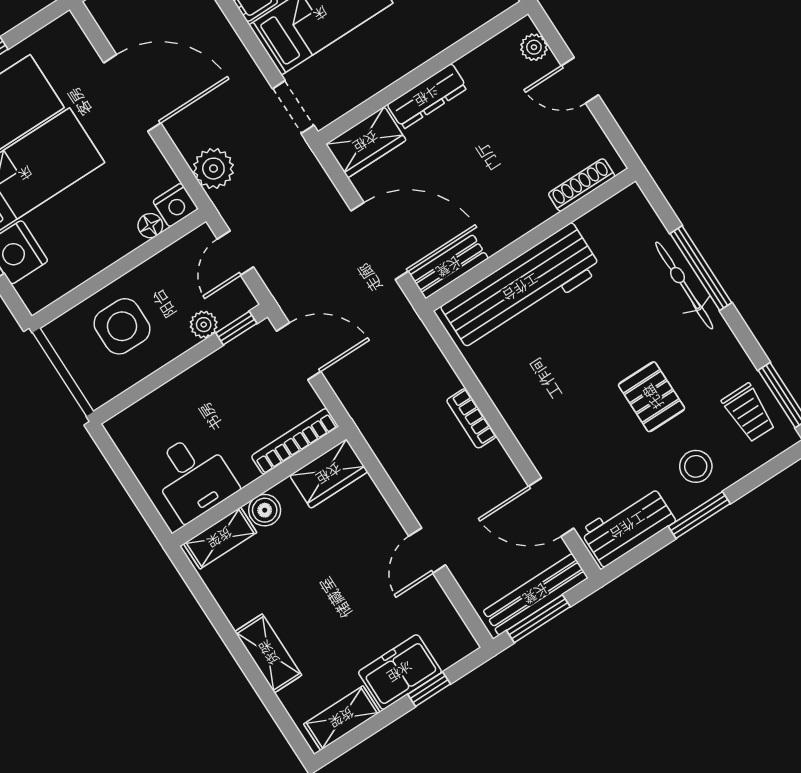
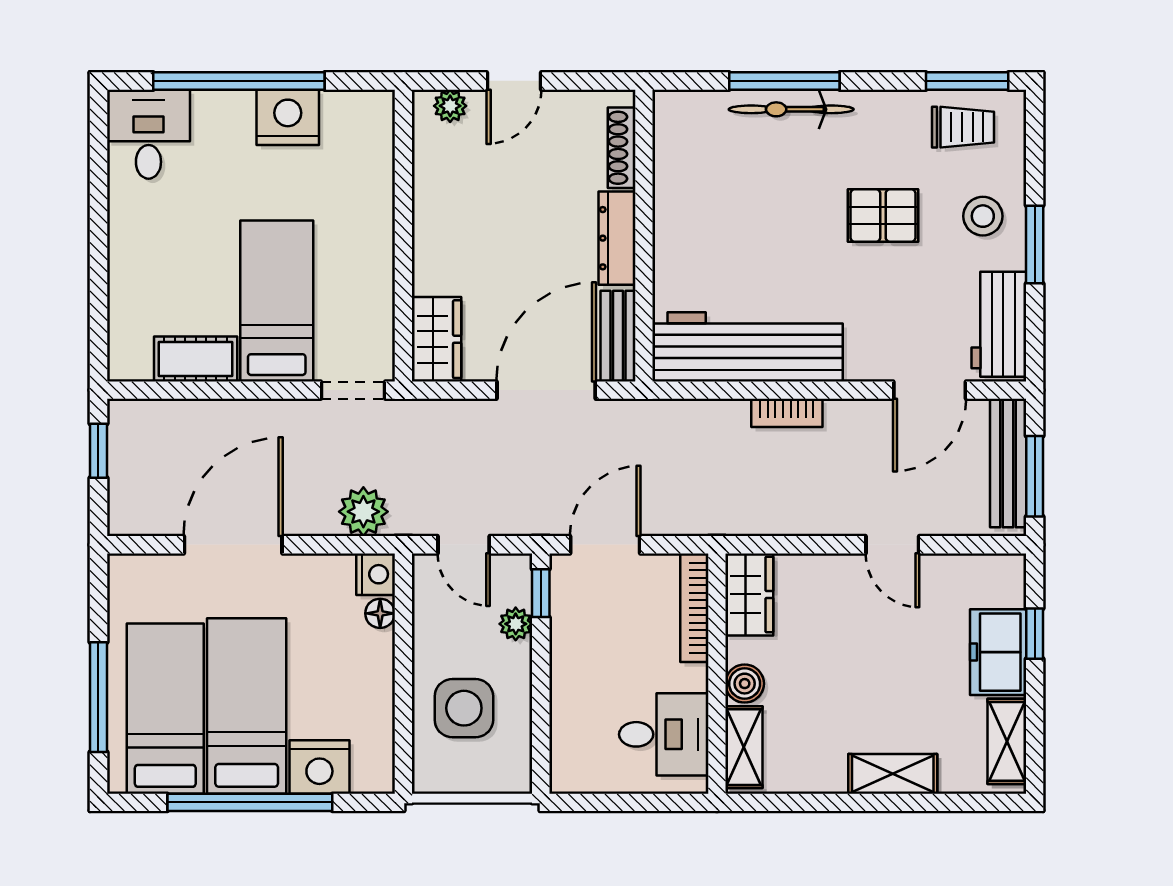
dresser: (427, 96) -> (617, 238), moved, turned 180
workbench: (521, 288) -> (748, 347), moved, turned -90

